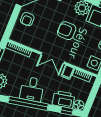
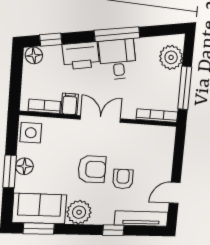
armchair: (27, 19) -> (123, 179), moved
printer: (64, 99) -> (81, 56), moved
window: (28, 103) -> (117, 34), width x0.68

